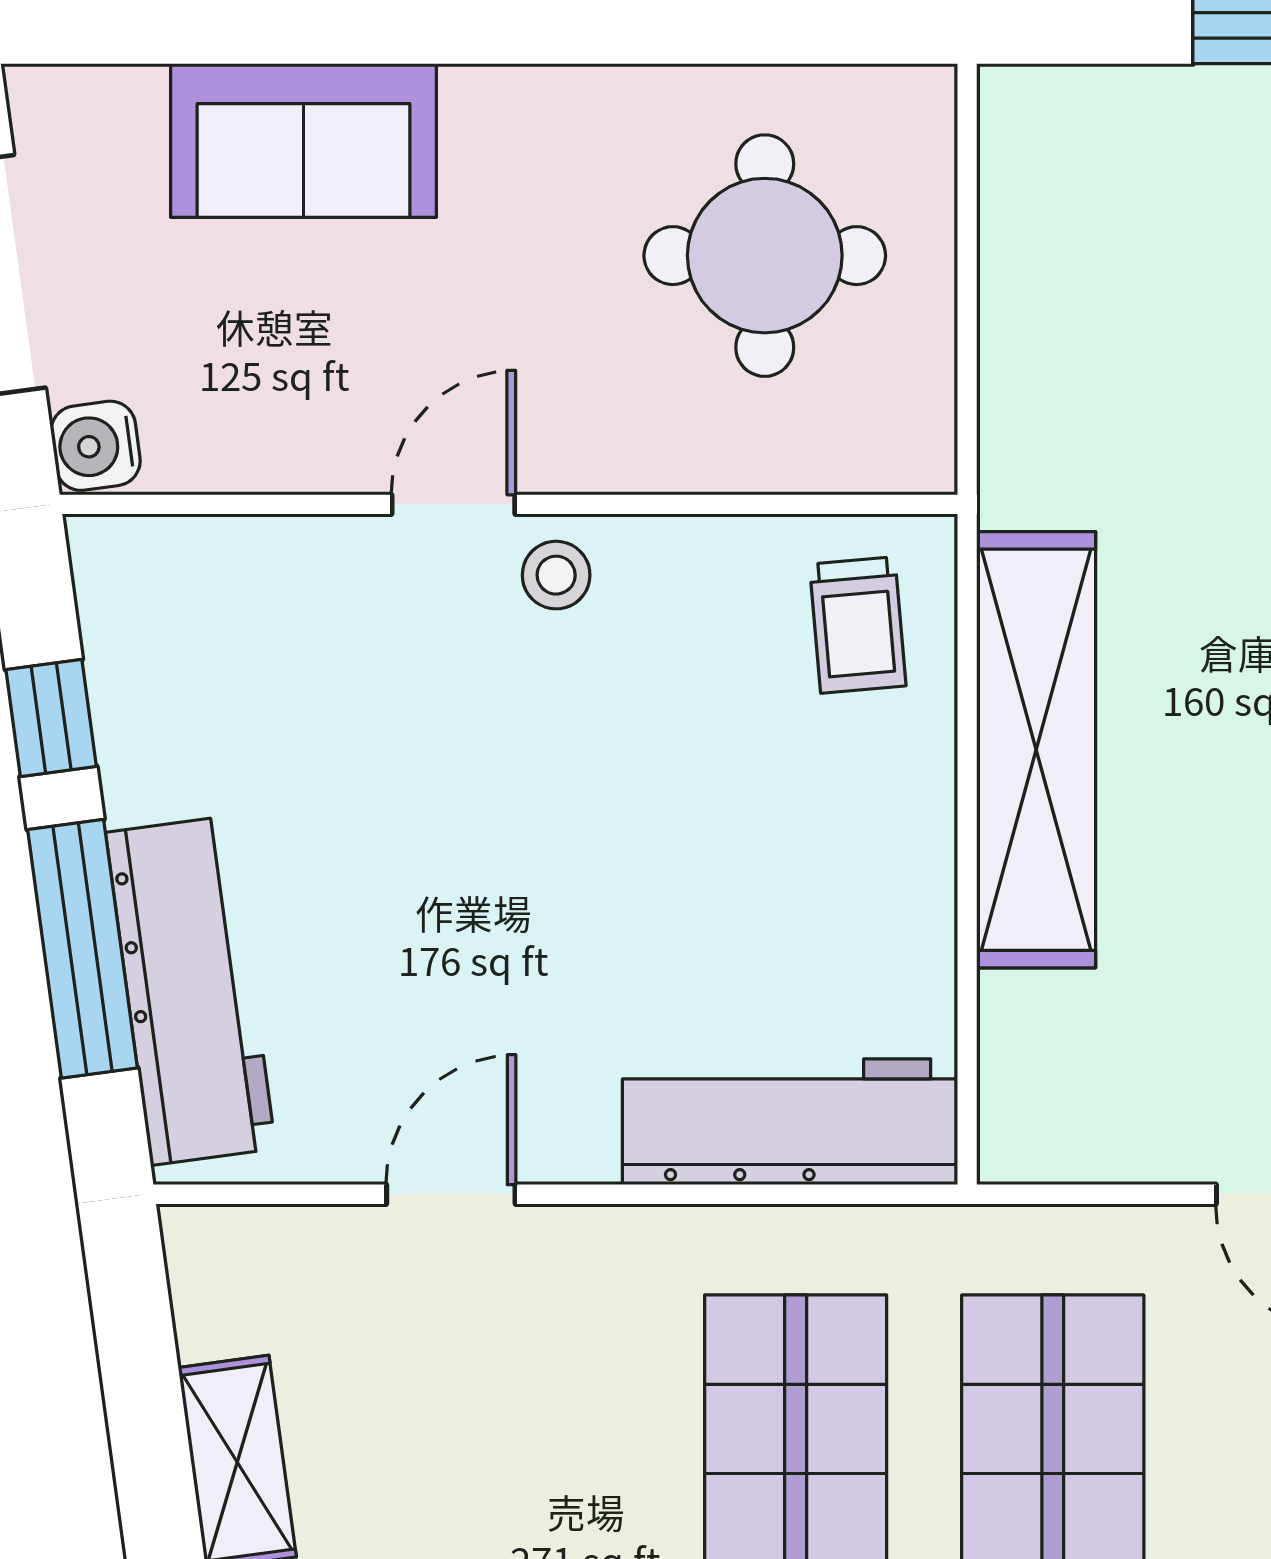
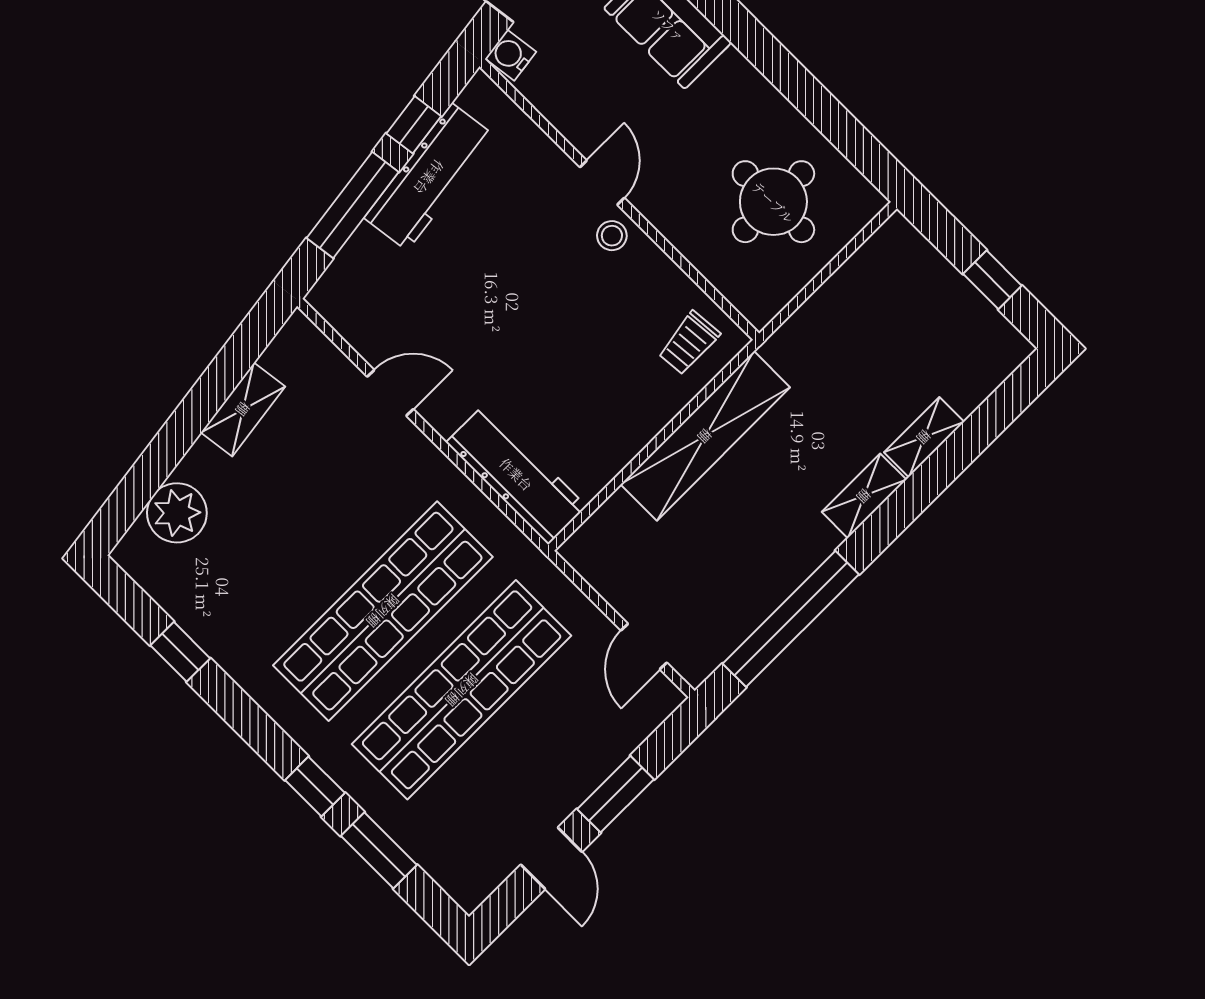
door: (453, 504) -> (602, 183), hinge flipped
workbench: (191, 991) -> (429, 177), moved

